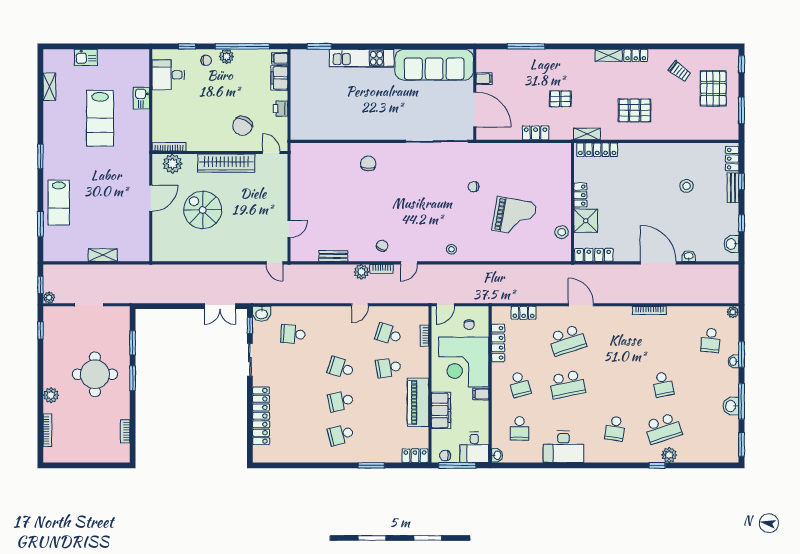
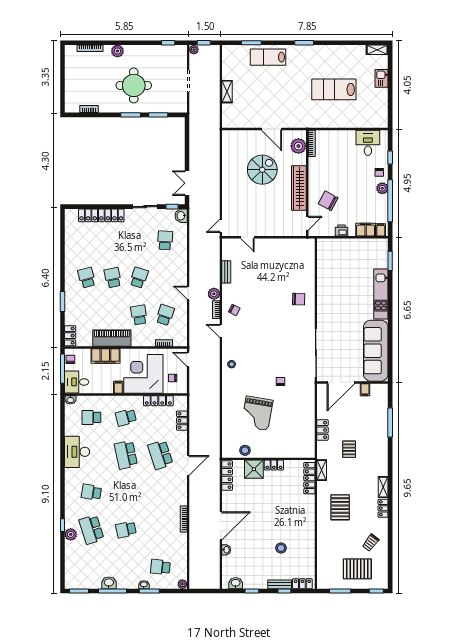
shelving: (49, 87) -> (377, 50), moved
kitchen sink: (141, 98) -> (350, 122), removed

